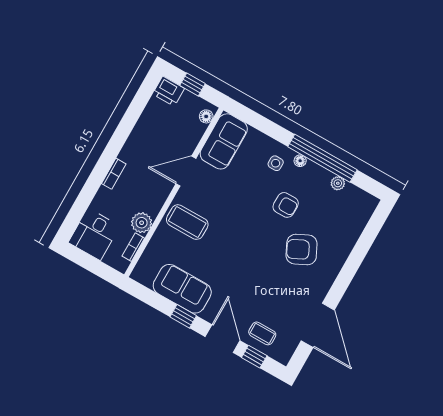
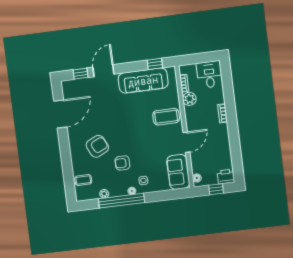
sofa: (182, 289) -> (143, 81), width x1.36
window: (183, 316) -> (155, 64), moved
door: (318, 325) -> (60, 114), swing flipped
coffee table: (262, 333) -> (83, 180), moved
door: (223, 339) -> (103, 71), swing flipped

